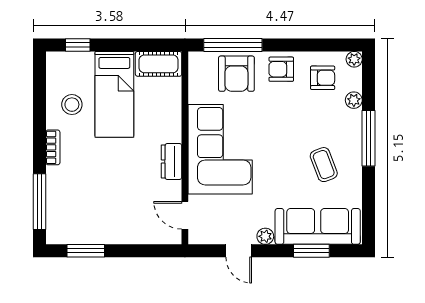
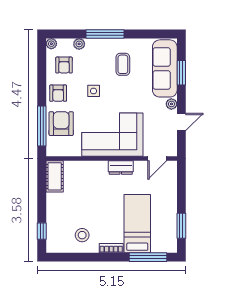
armchair: (236, 74) -> (61, 124), turned -90
armchair: (323, 78) -> (64, 65), turned 180
bed: (114, 94) -> (137, 224), moved, turned -90
side table: (284, 121) -> (94, 91), added
coffee table: (324, 165) -> (123, 64), turned -69

